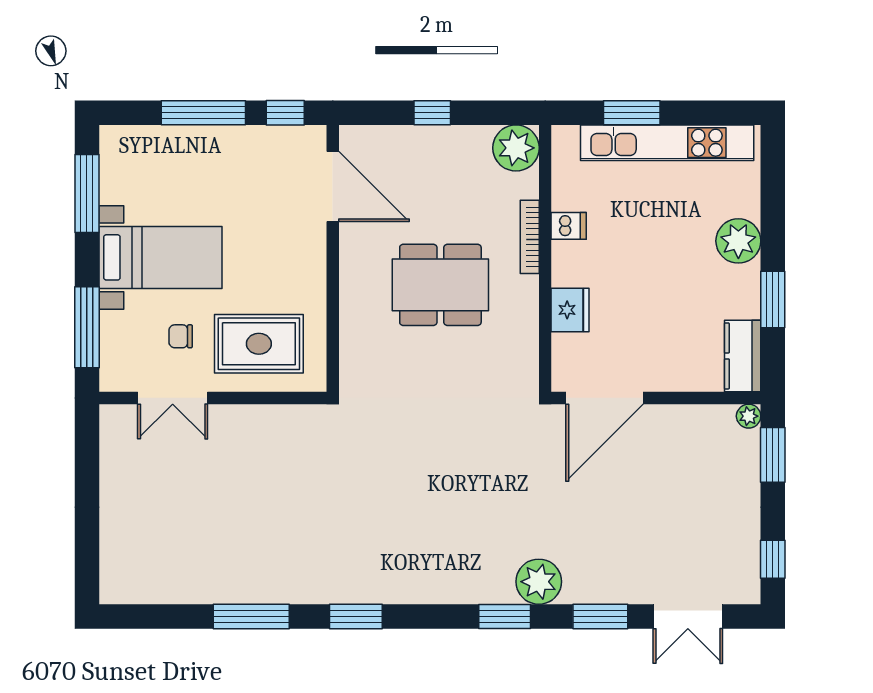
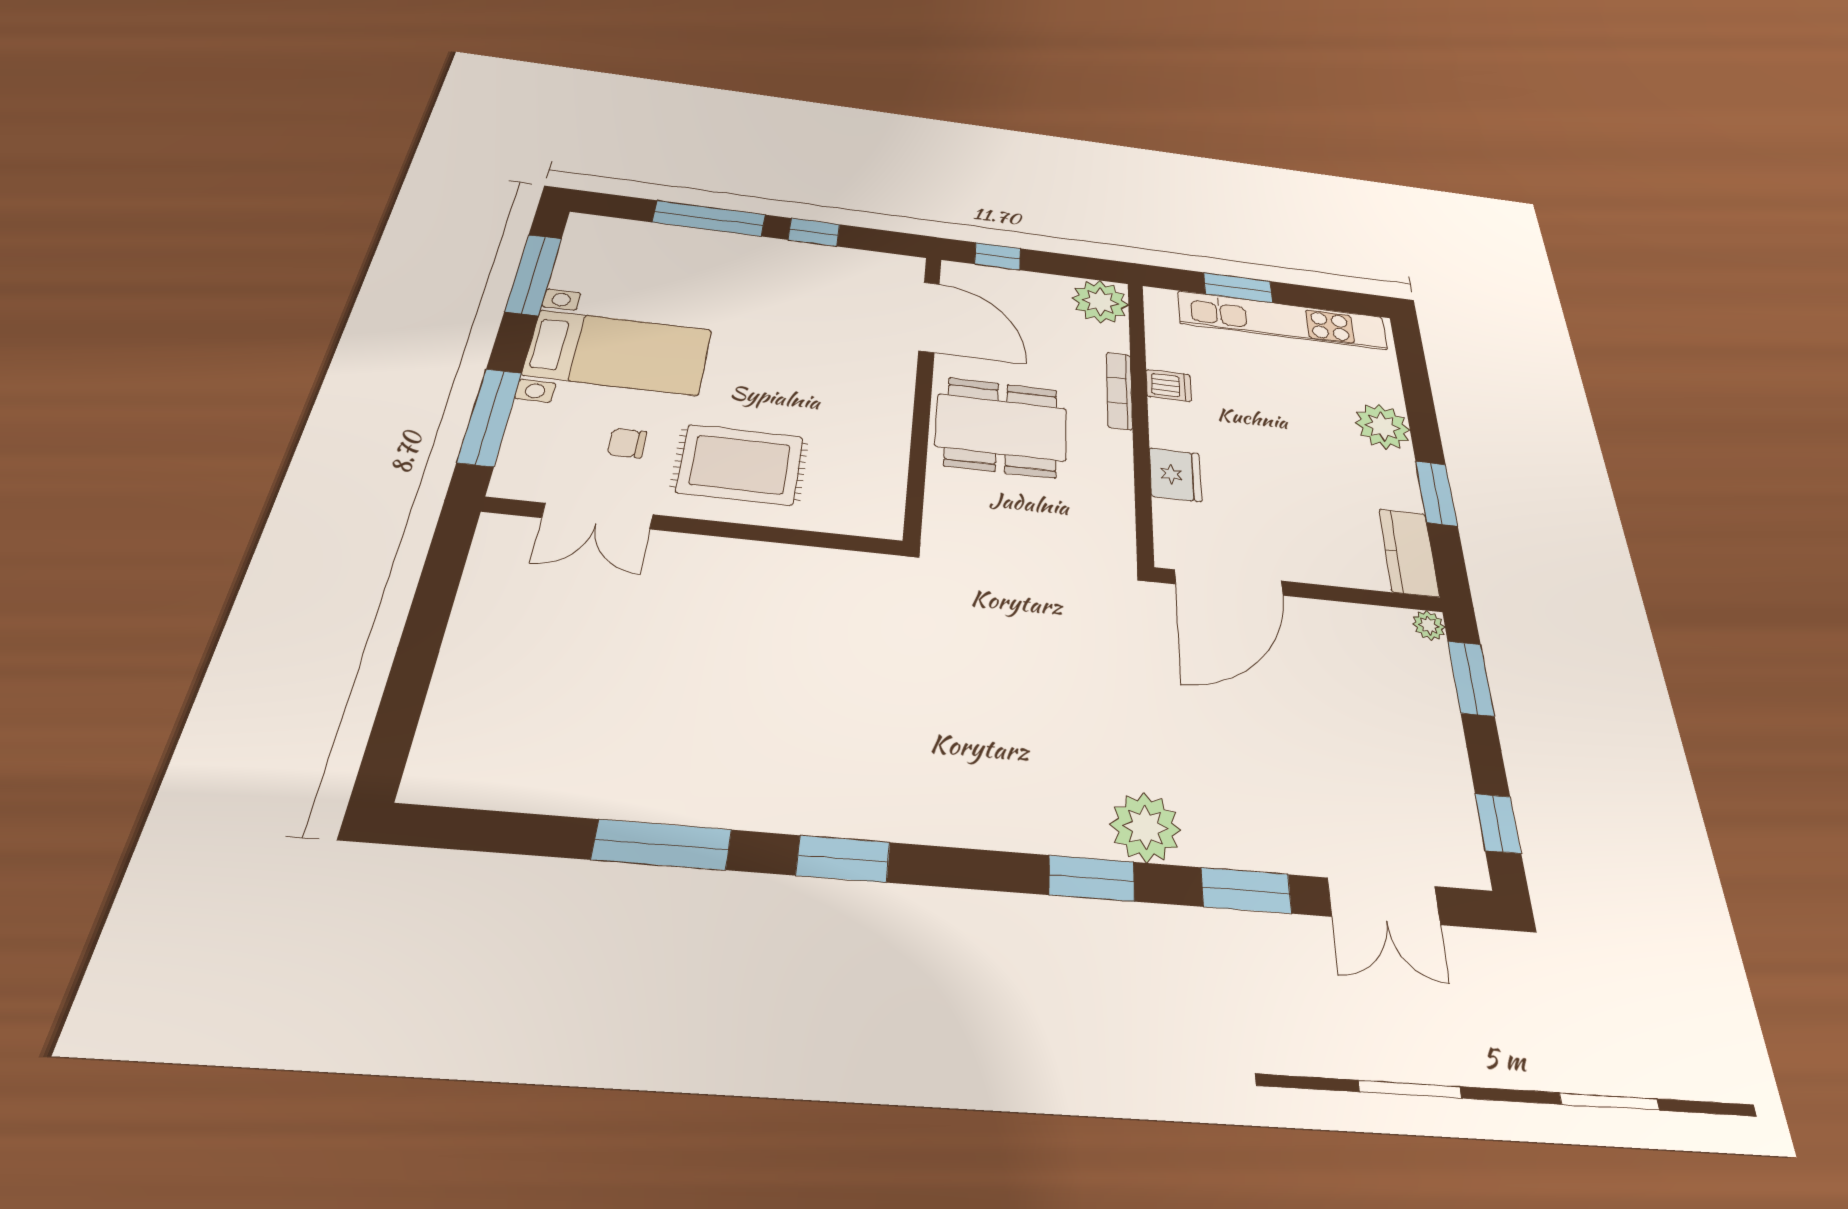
door: (333, 187) -> (929, 317), moved
wall: (333, 258) -> (923, 390), moved

